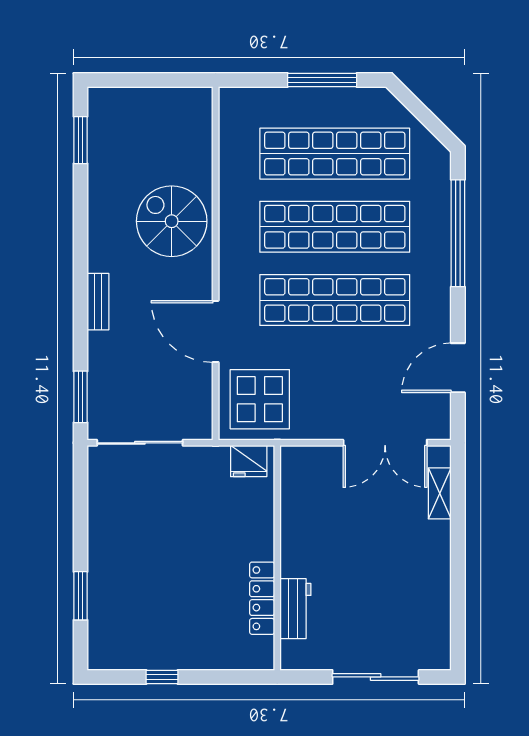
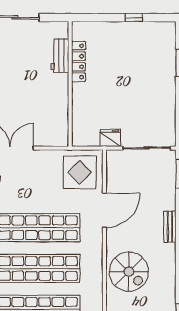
door: (216, 331) -> (104, 210), hinge flipped
fridge: (249, 461) -> (110, 138), moved

